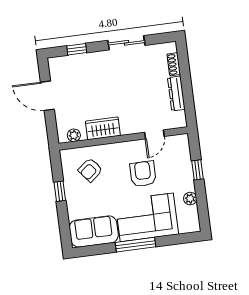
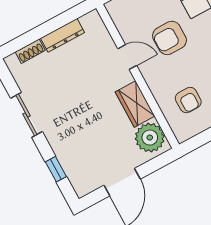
door: (154, 134) -> (127, 57), moved
plant: (74, 135) -> (150, 138), width x1.87, depth x1.87
armchair: (90, 170) -> (188, 100), turned 39

